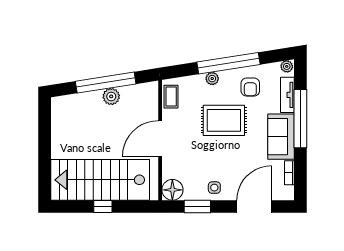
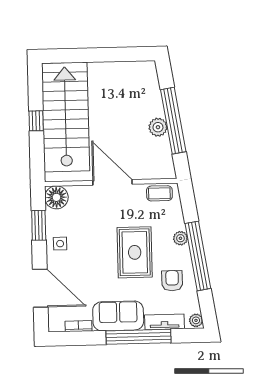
armchair: (250, 87) -> (172, 281), turned 90

